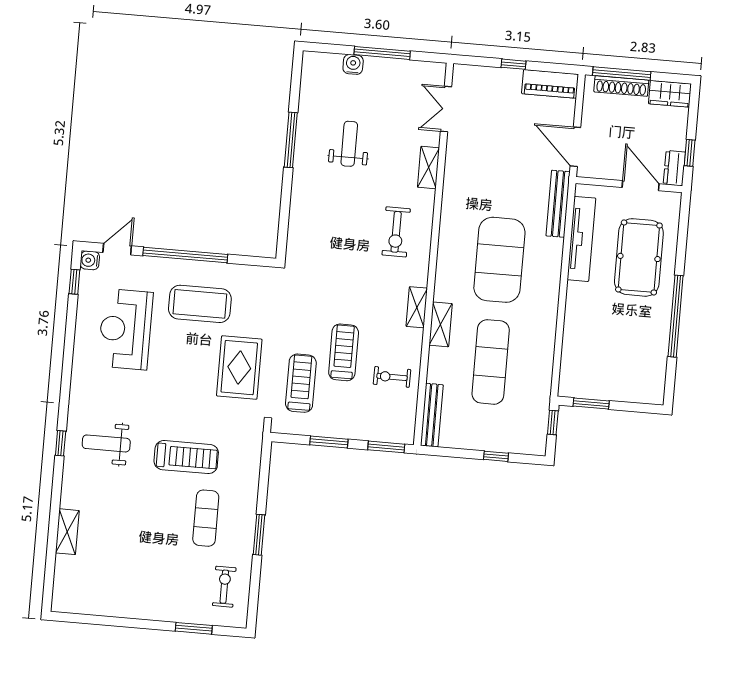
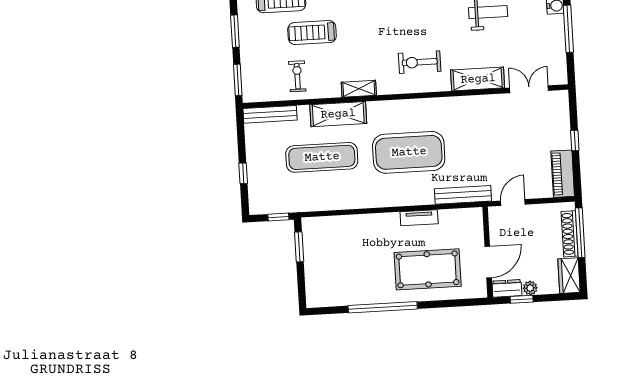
plant: (678, 141) -> (530, 288), added
door: (575, 147) -> (513, 203), width x0.73
shelving: (429, 167) -> (478, 79), width x1.50, depth x1.33
tv unit: (581, 239) -> (419, 218), width x0.52, depth x0.78
shelving: (441, 324) -> (338, 114), width x1.50, depth x1.33
treadmill: (344, 352) -> (312, 33), turned 180

